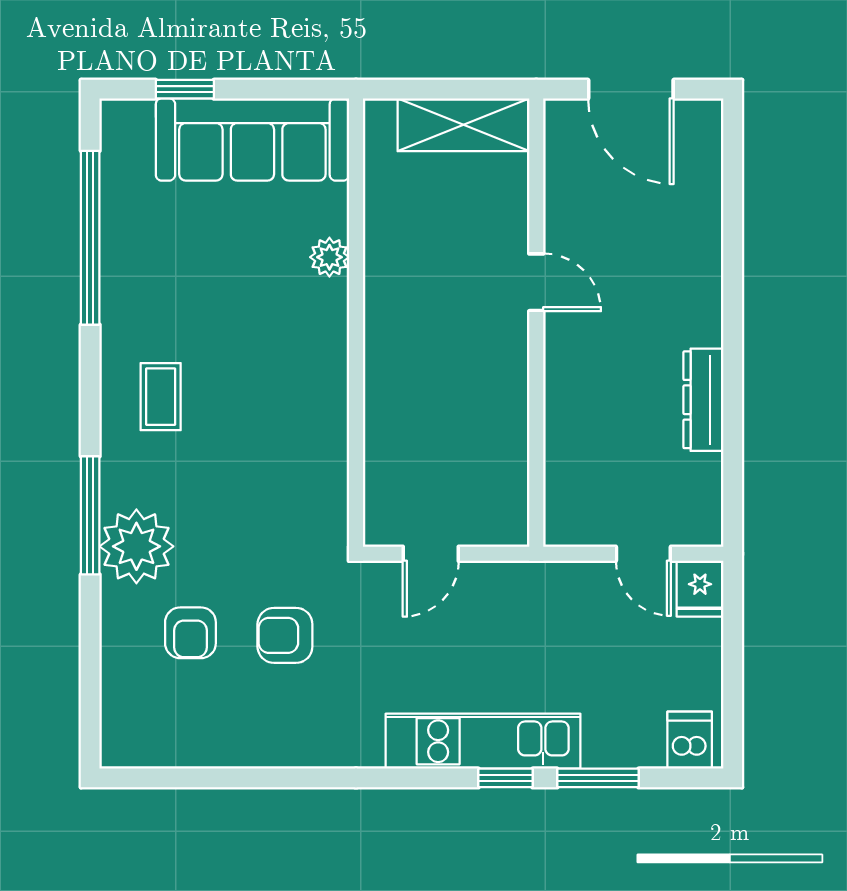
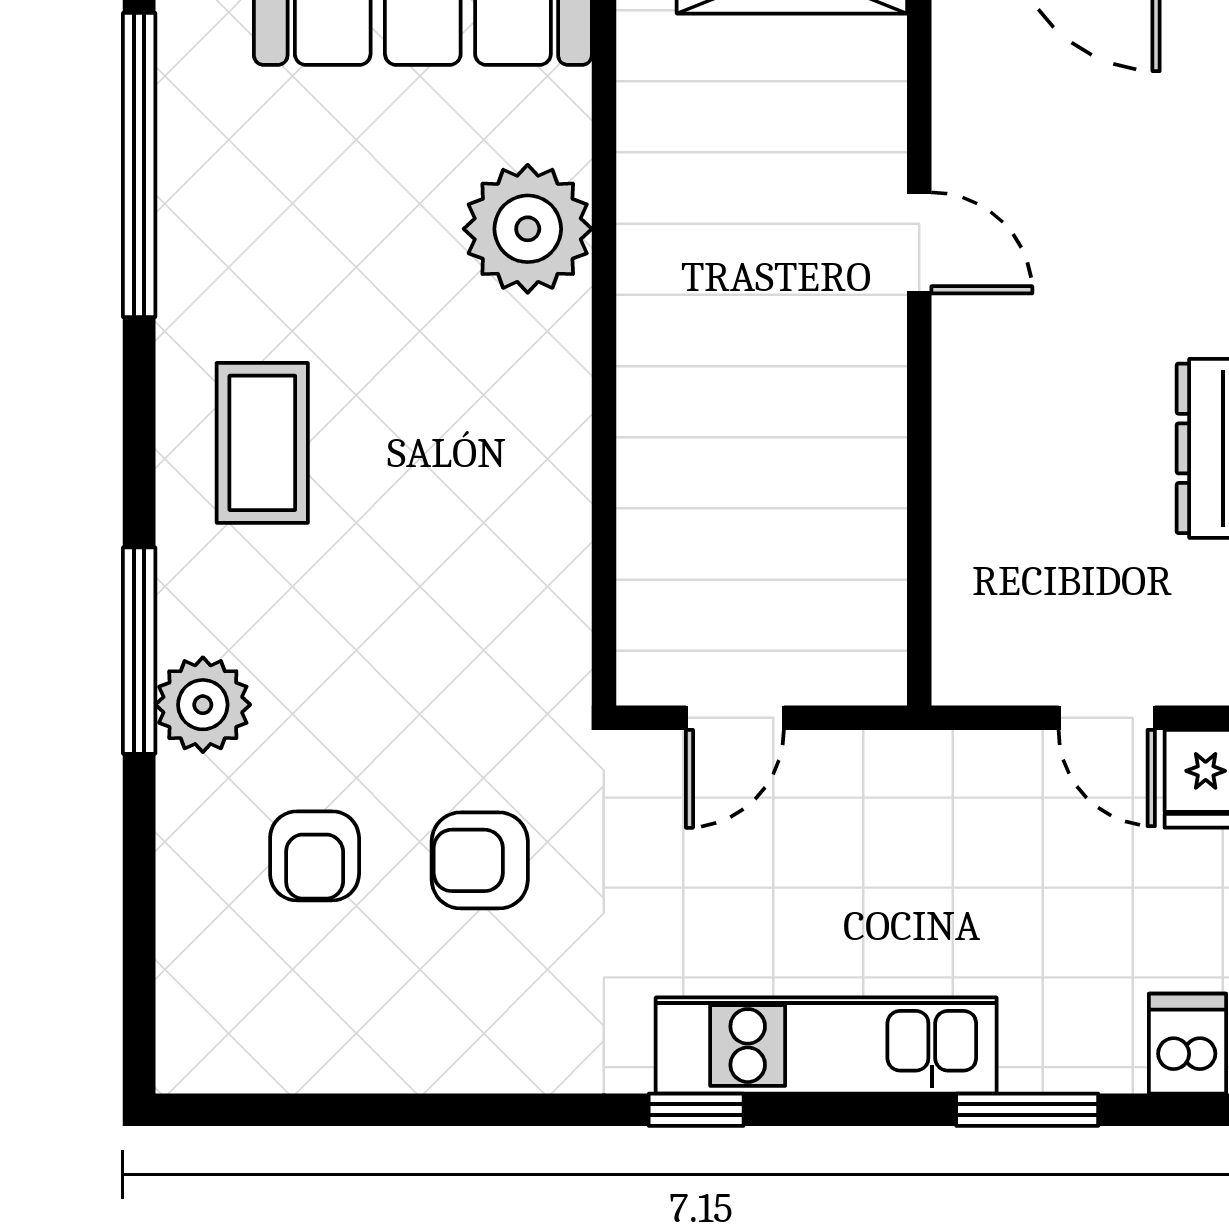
plant: (329, 257) -> (528, 229), width x1.87, depth x1.87
coffee table: (161, 397) -> (262, 443), width x1.36, depth x1.30
plant: (136, 546) -> (203, 705), width x0.73, depth x0.73
window: (506, 778) -> (696, 1110), moved

